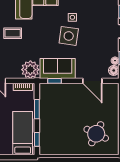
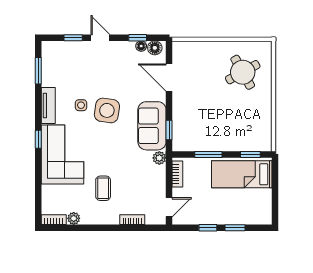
plant: (30, 70) -> (159, 158), width x0.53, depth x0.53
door: (92, 81) -> (169, 77), swing flipped
round table: (96, 134) -> (243, 72), turned 35

